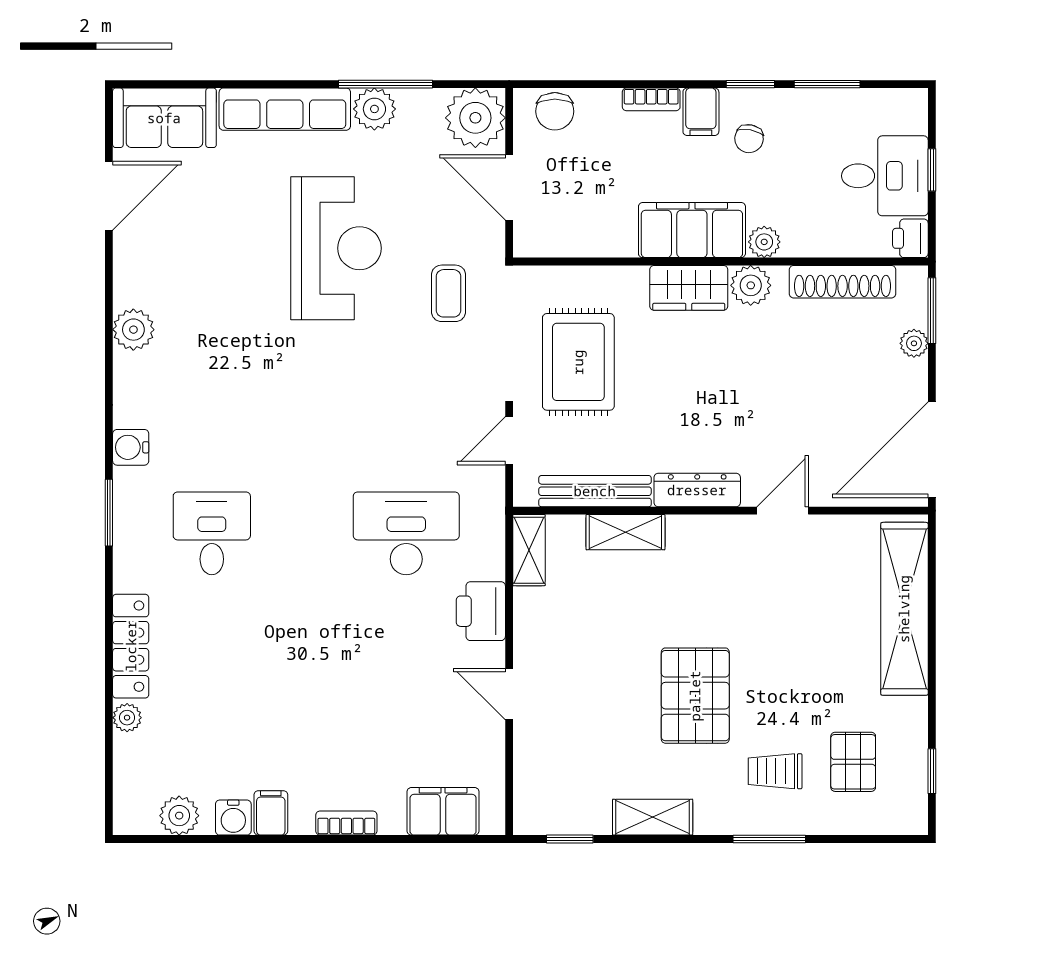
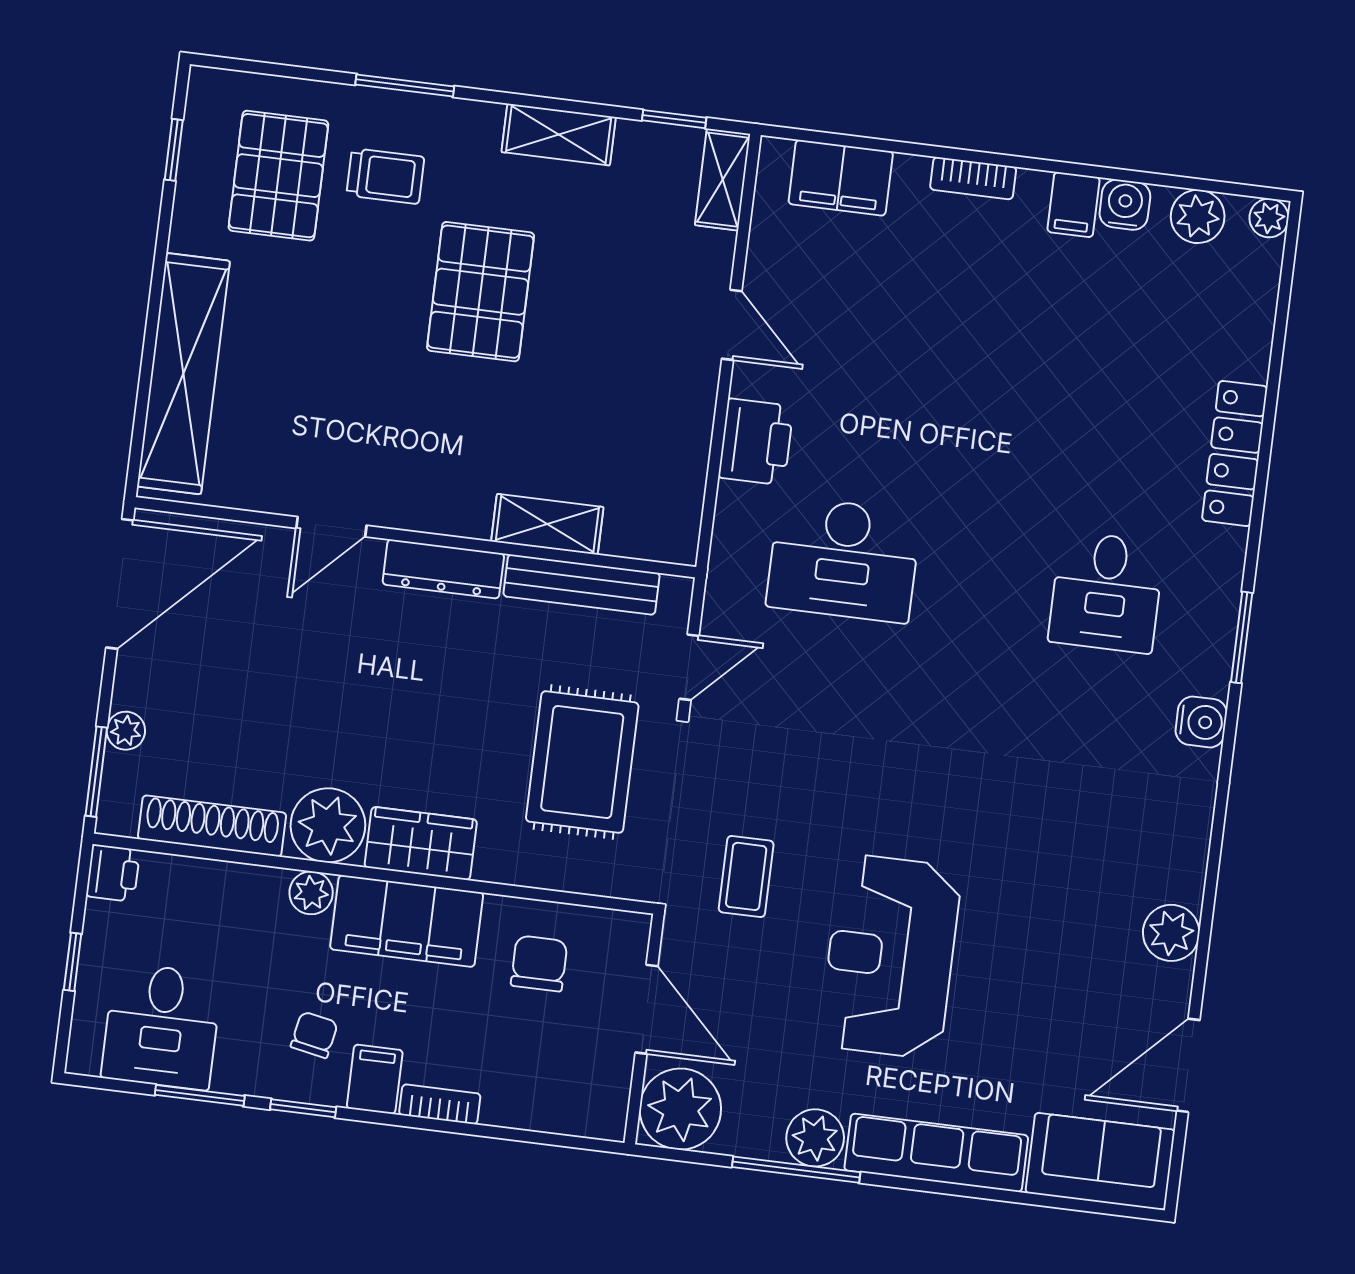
chair: (555, 111) -> (539, 963), moved
desk: (885, 176) -> (162, 1026), moved, turned -90
plant: (751, 285) -> (328, 825), width x1.36, depth x1.36
plant: (133, 330) -> (1171, 933), moved
shelving: (529, 550) -> (723, 180), moved
plant: (127, 718) -> (1269, 218), moved
pallet: (853, 762) -> (278, 176), width x1.50, depth x1.42

